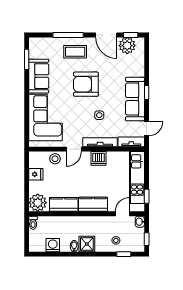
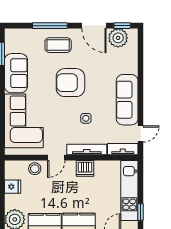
window: (147, 93) -> (141, 92), removed

